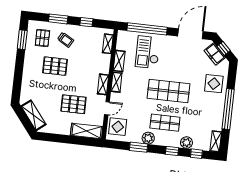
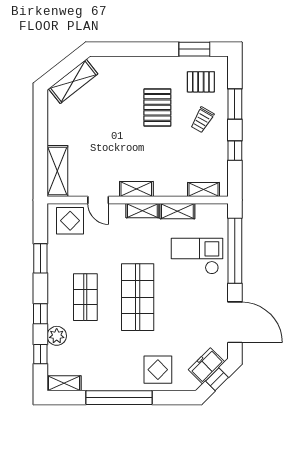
pallet: (73, 104) -> (99, 145), removed
plant: (148, 138) -> (57, 273), removed

